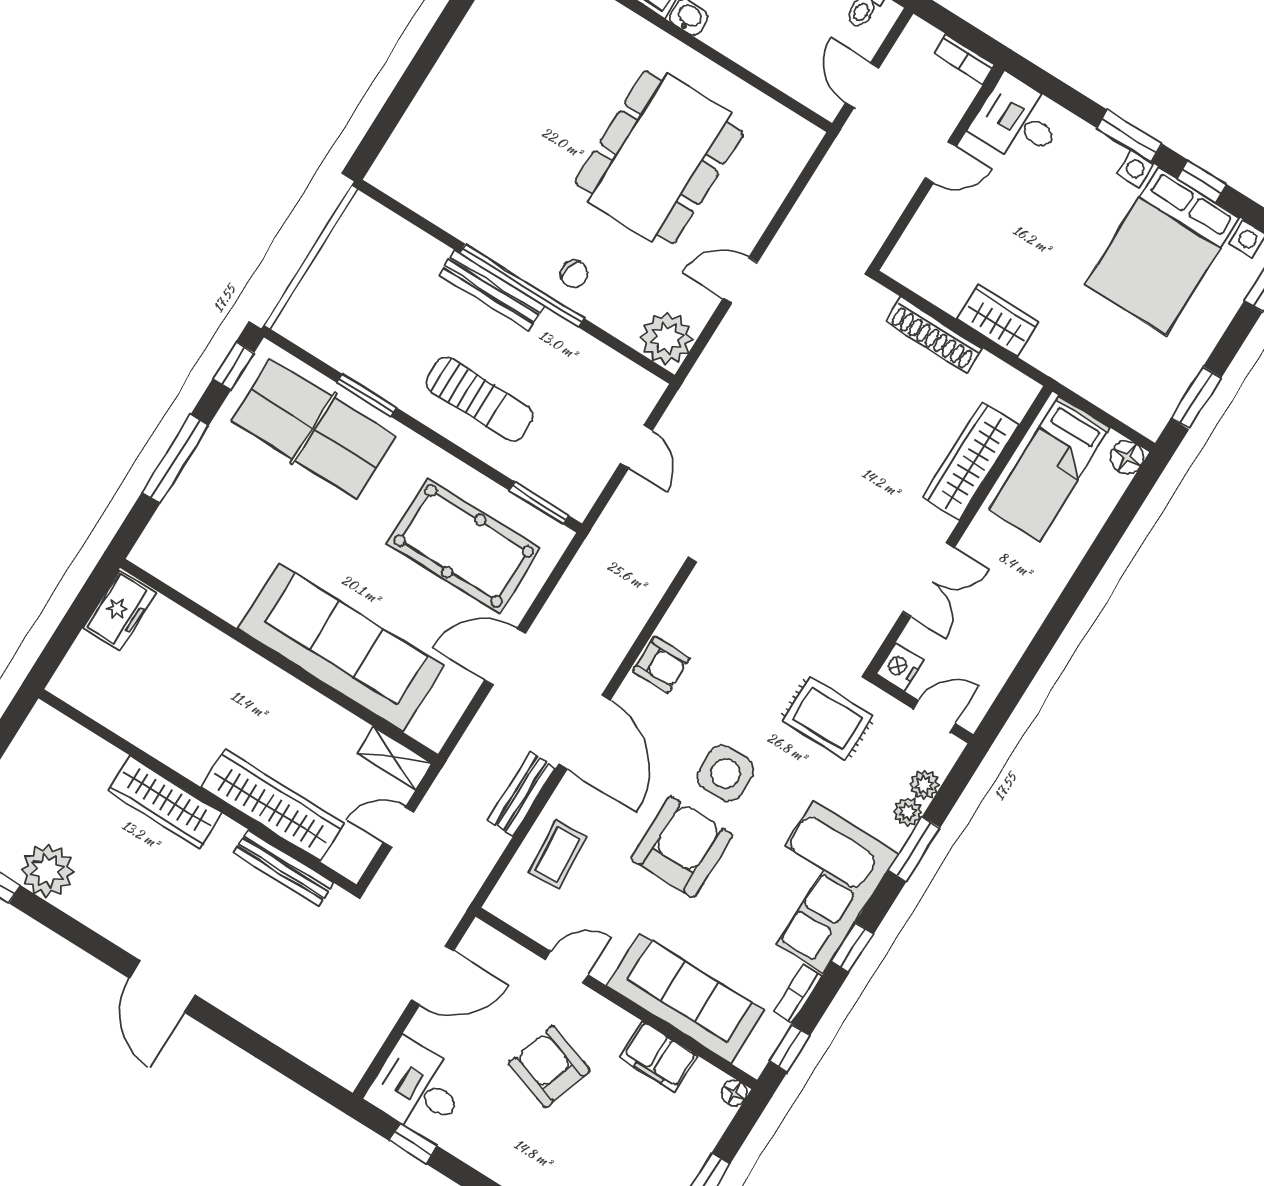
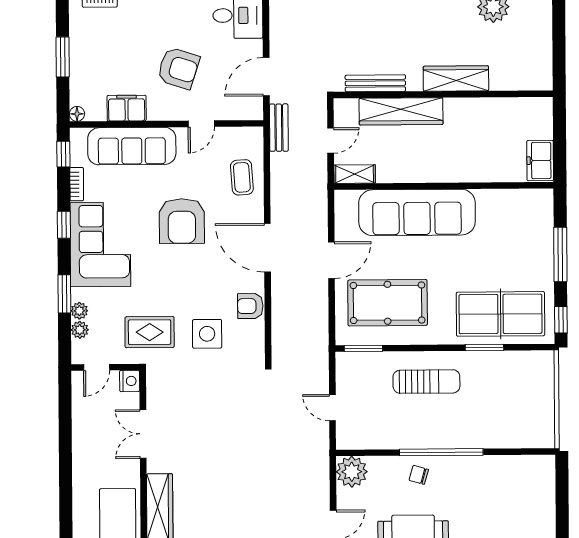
bench: (491, 290) -> (455, 440), removed
sun lounger: (480, 399) -> (426, 382), turned 180
side table: (726, 773) -> (207, 334), moved
bench: (522, 794) -> (279, 128), moved

